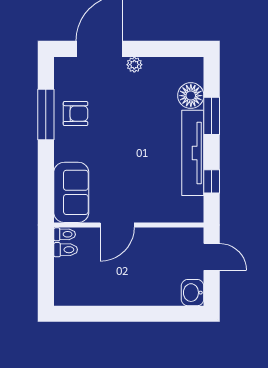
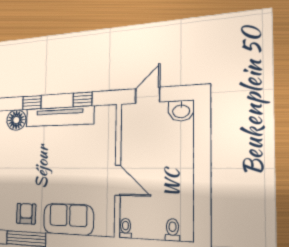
window: (212, 116) -> (32, 103), width x0.67
sofa: (71, 192) -> (68, 219), moved
toilet: (66, 250) -> (172, 230), moved

